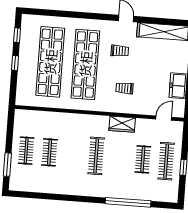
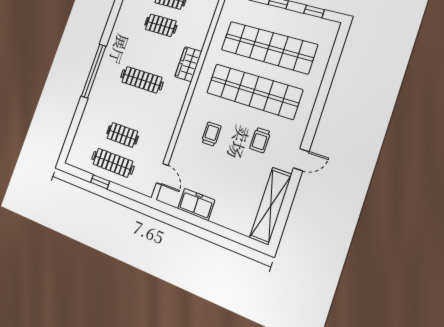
wardrobe: (122, 124) -> (188, 64), moved
window: (128, 202) -> (94, 71), moved

